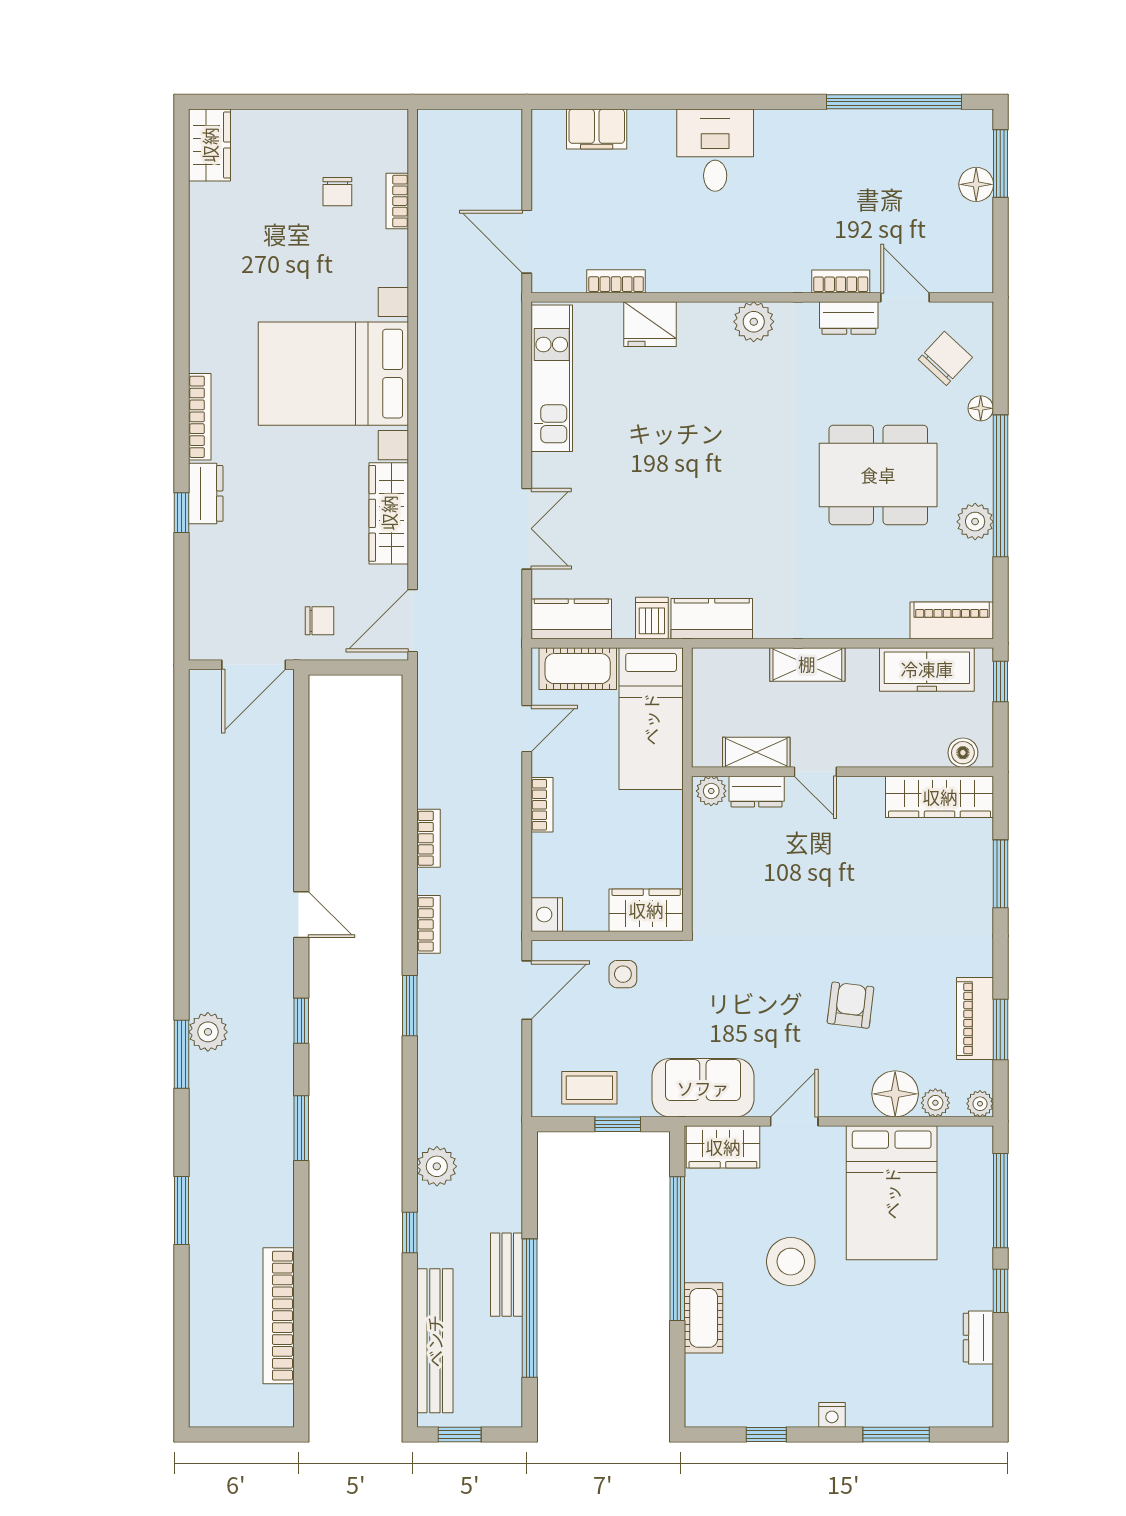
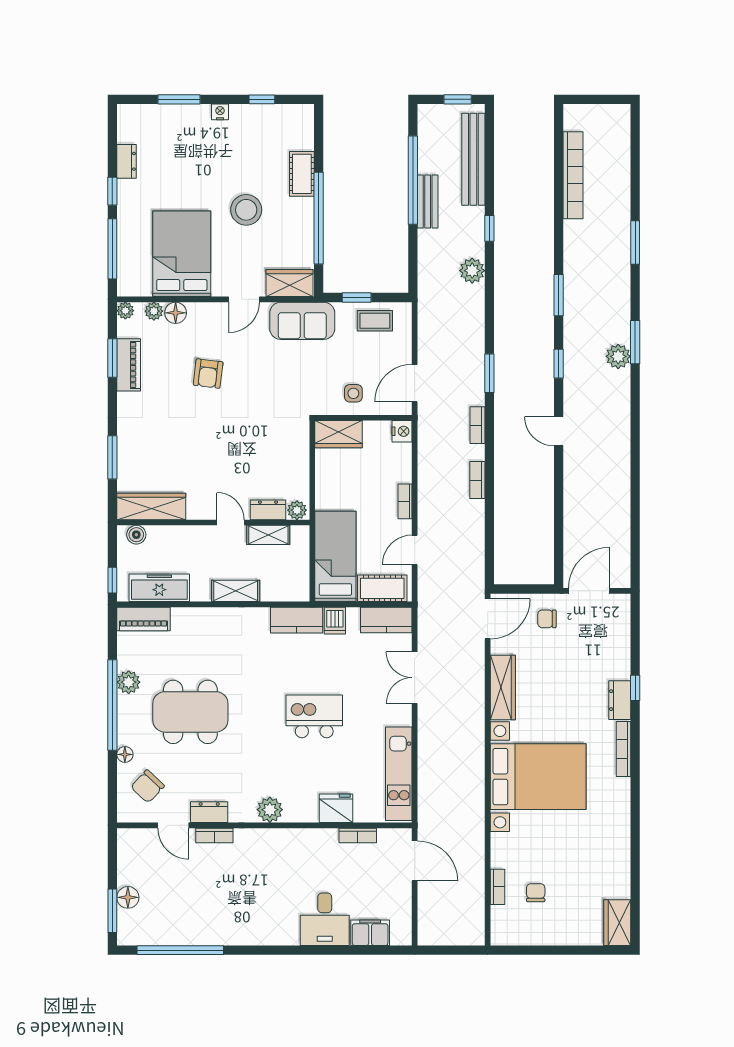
desk: (715, 150) -> (325, 919), moved
kitchen island: (684, 468) -> (314, 716), added
floor lamp: (895, 1094) -> (176, 313), width x0.73, depth x0.73

